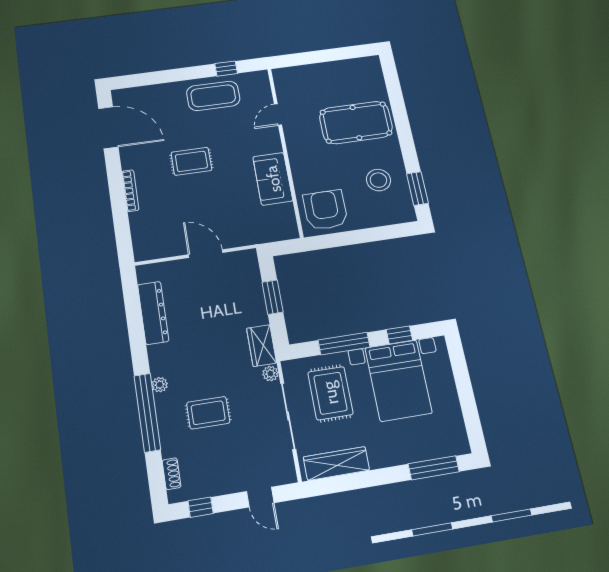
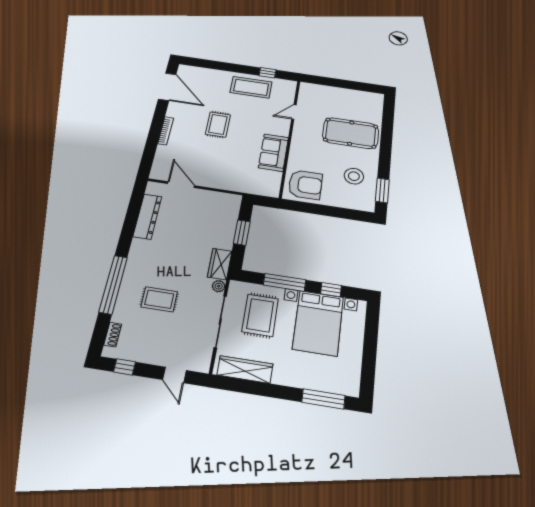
rug: (191, 161) -> (218, 124), turned 90
armchair: (325, 210) -> (305, 185), turned 90
door: (206, 254) -> (181, 185), moved
plant: (160, 385) -> (131, 268), removed

